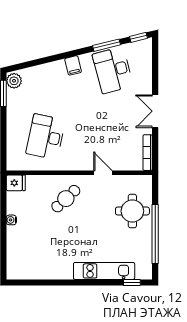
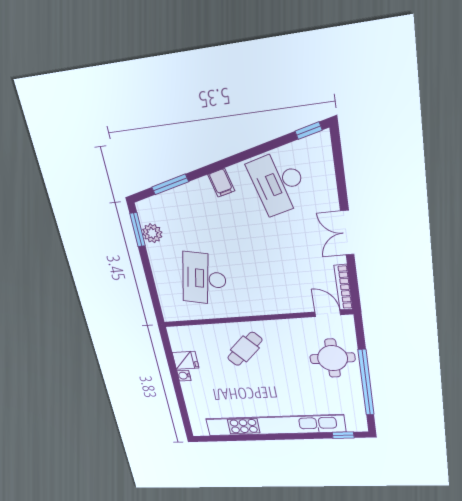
window: (106, 45) -> (170, 184), moved
plant: (14, 81) -> (152, 233), moved
door: (103, 173) -> (328, 313), moved
fridge: (16, 183) -> (186, 360), moved
kitchen unit: (104, 271) -> (275, 425), width x1.86

